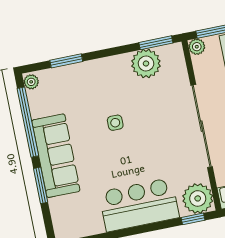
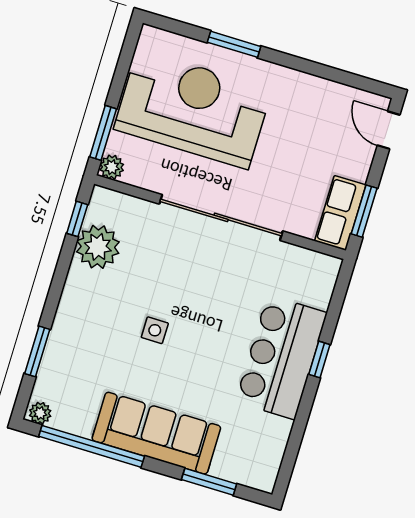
window: (156, 43) -> (77, 219), width x0.67
window: (41, 185) -> (209, 482), moved
plant: (198, 198) -> (315, 274), removed
window: (193, 219) -> (319, 359), moved

